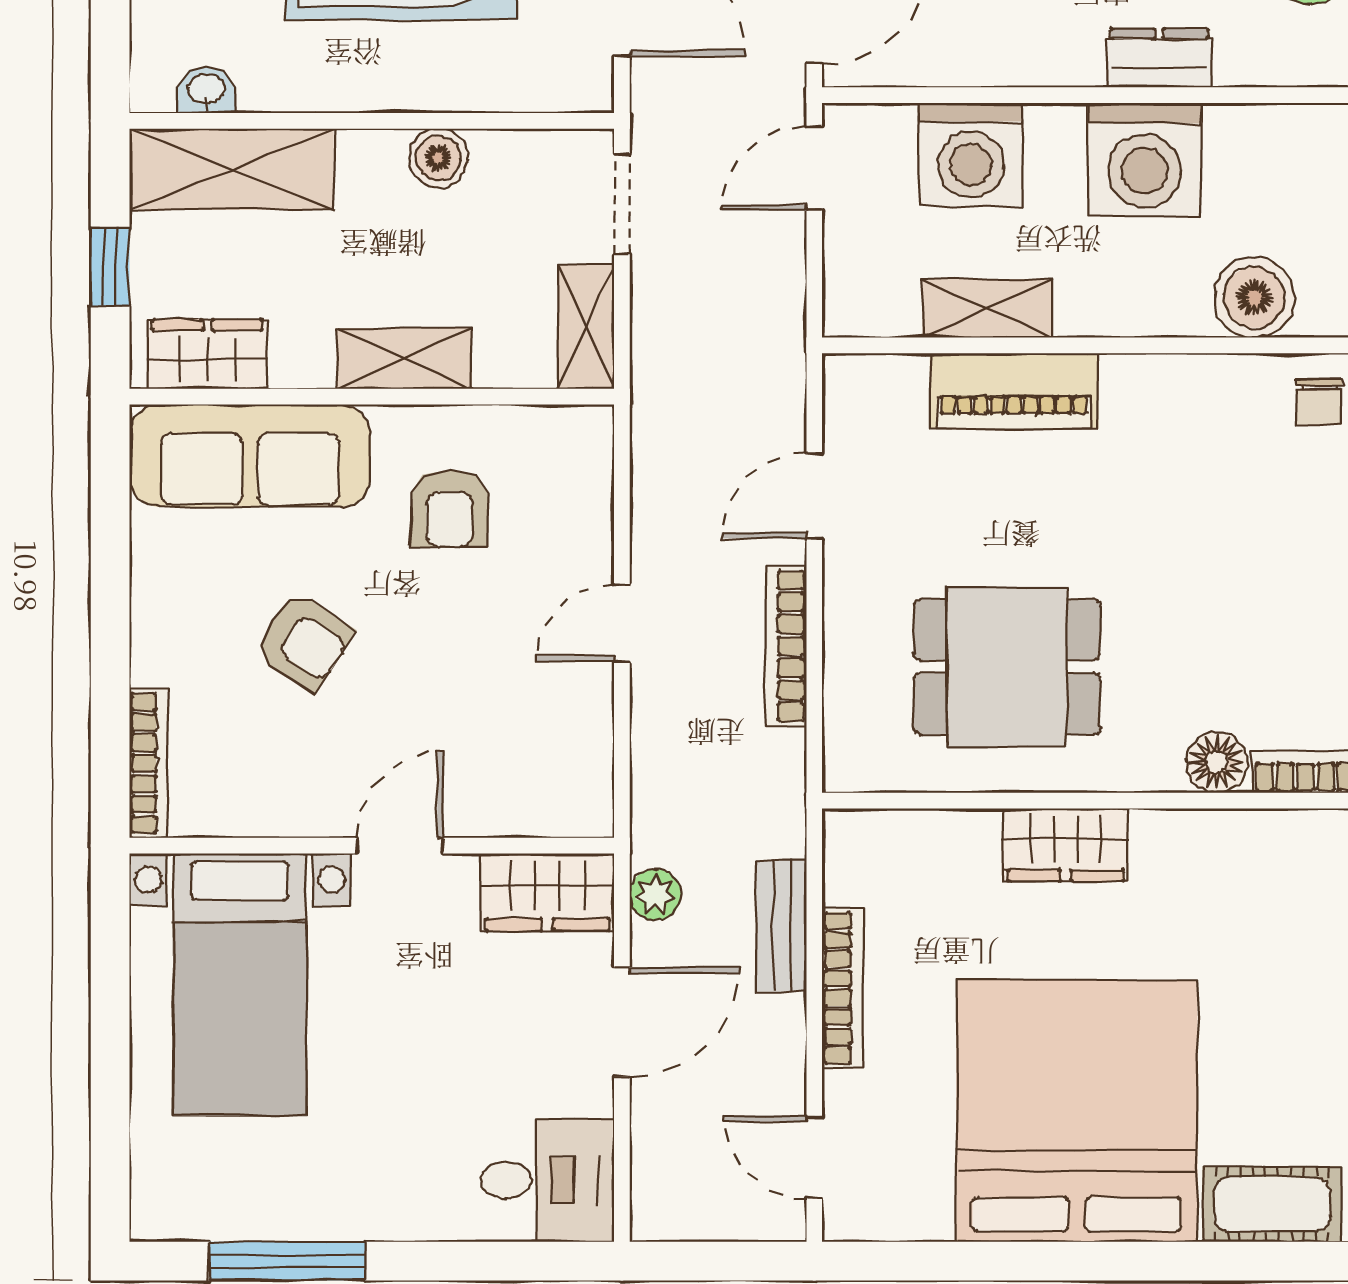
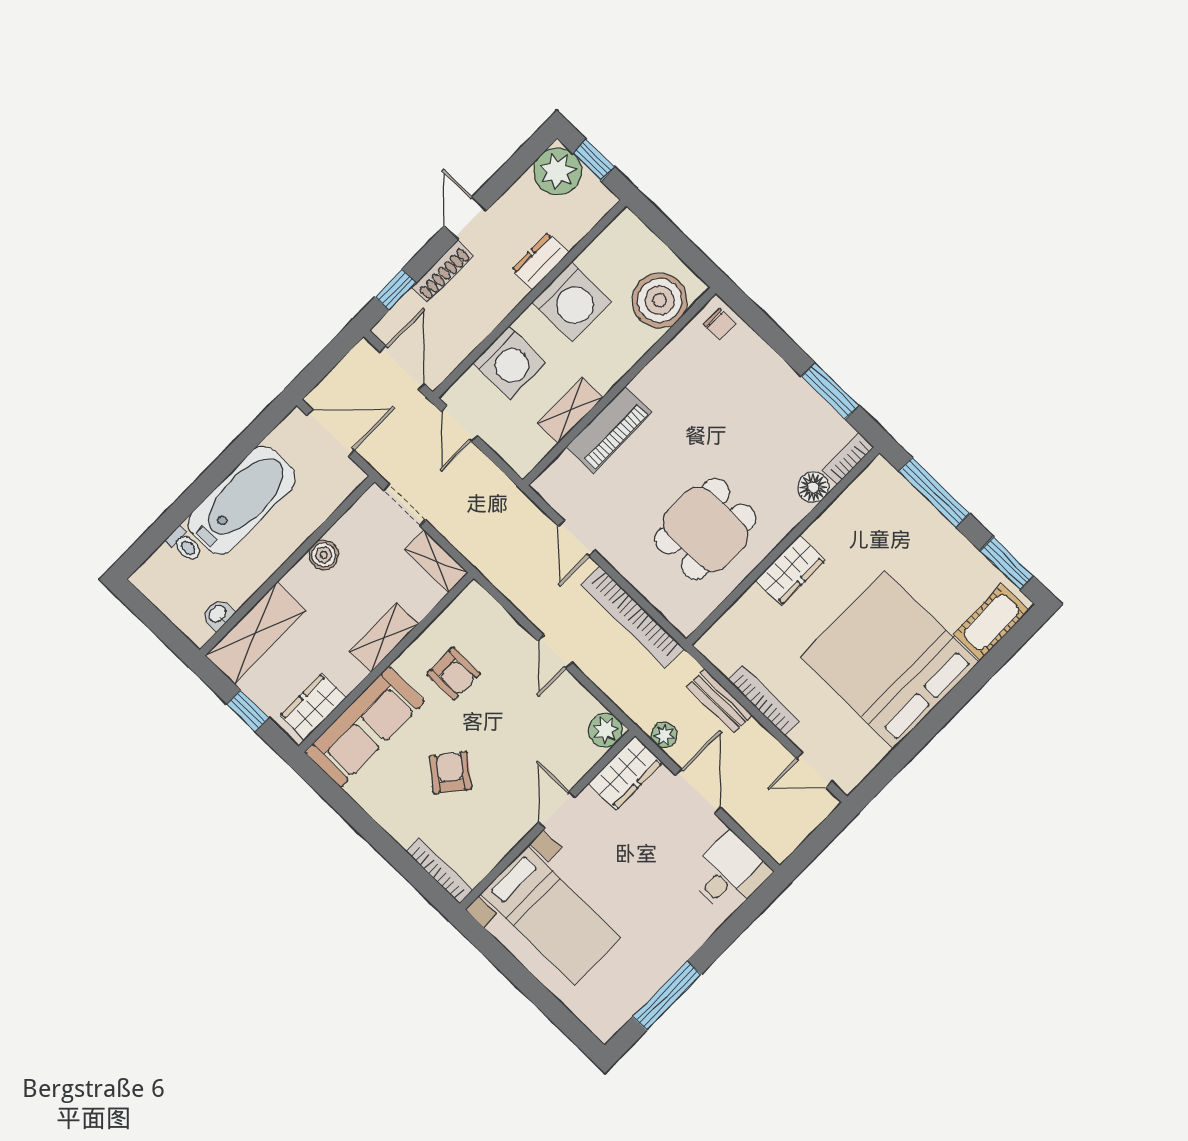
boiler: (1254, 297) -> (660, 300), width x1.37, depth x1.37
armchair: (304, 642) -> (450, 773), turned -84
bookcase: (786, 646) -> (632, 617), width x1.48, depth x1.31
plant: (580, 804) -> (605, 730), added

